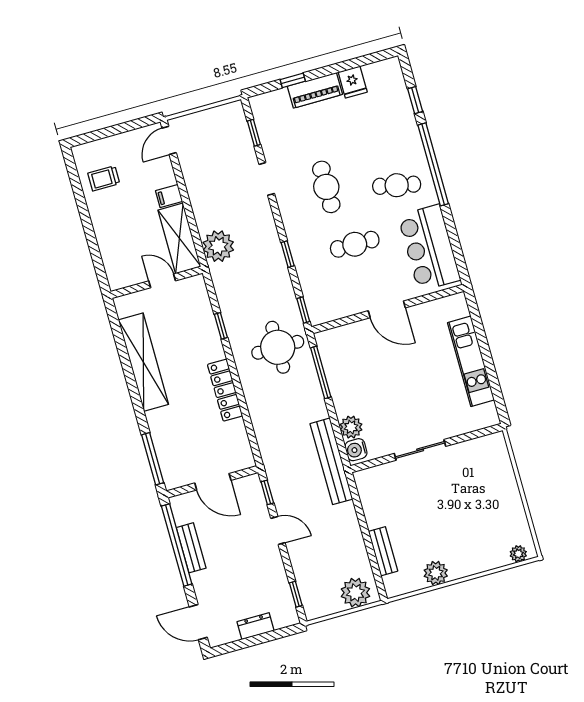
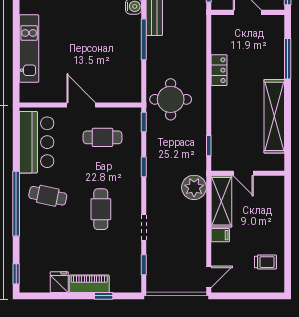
window: (415, 100) -> (16, 274), moved
cafe table: (355, 244) -> (102, 137), moved
window: (221, 326) -> (209, 146), moved
window: (321, 372) -> (144, 39), moved
locker: (225, 390) -> (219, 70), width x0.66
plant: (351, 427) -> (133, 24), removed
window: (153, 459) -> (288, 59), moved

